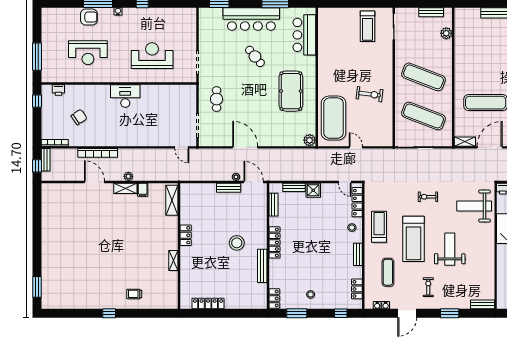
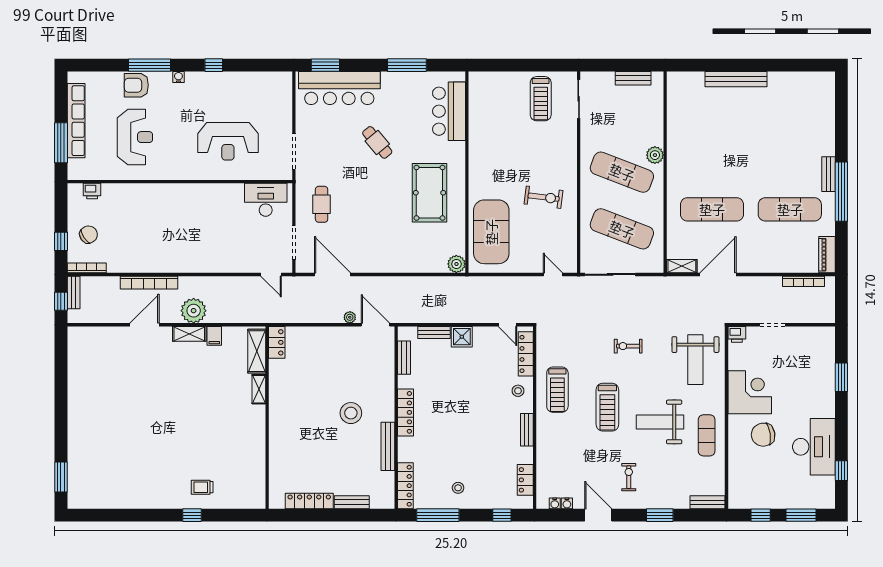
armchair: (89, 17) -> (136, 85), turned 180
bar counter: (251, 19) -> (339, 88), moved
plant: (446, 33) -> (655, 155), moved
row of seats: (47, 41) -> (76, 121), added
reception desk: (88, 53) -> (135, 137), turned -90
reception desk: (152, 56) -> (228, 141), turned 180
desk: (125, 96) -> (266, 200), moved
window: (37, 101) -> (61, 241), moved
chair: (79, 117) -> (89, 235), moved
door: (245, 147) -> (333, 274), moved
door: (356, 147) -> (553, 274), moved
plant: (128, 176) -> (194, 311), width x1.87, depth x1.87
door: (94, 182) -> (144, 325), hinge flipped
bench: (229, 188) -> (352, 502), moved
weight bench: (474, 206) -> (695, 360), turned -90
treadmill: (379, 227) -> (557, 390), turned 180
locker: (186, 235) -> (277, 342), moved
treadmill: (414, 239) -> (607, 407), width x0.73, depth x0.73
weight bench: (450, 249) -> (660, 422), turned -90
shelving: (173, 261) -> (259, 389), moved
exercise mat: (388, 272) -> (707, 435), moved
locker: (274, 298) -> (405, 486), width x1.53
window: (109, 313) -> (192, 515), moved
window: (297, 313) -> (438, 515), width x1.44
door: (407, 313) -> (598, 515), swing flipped

